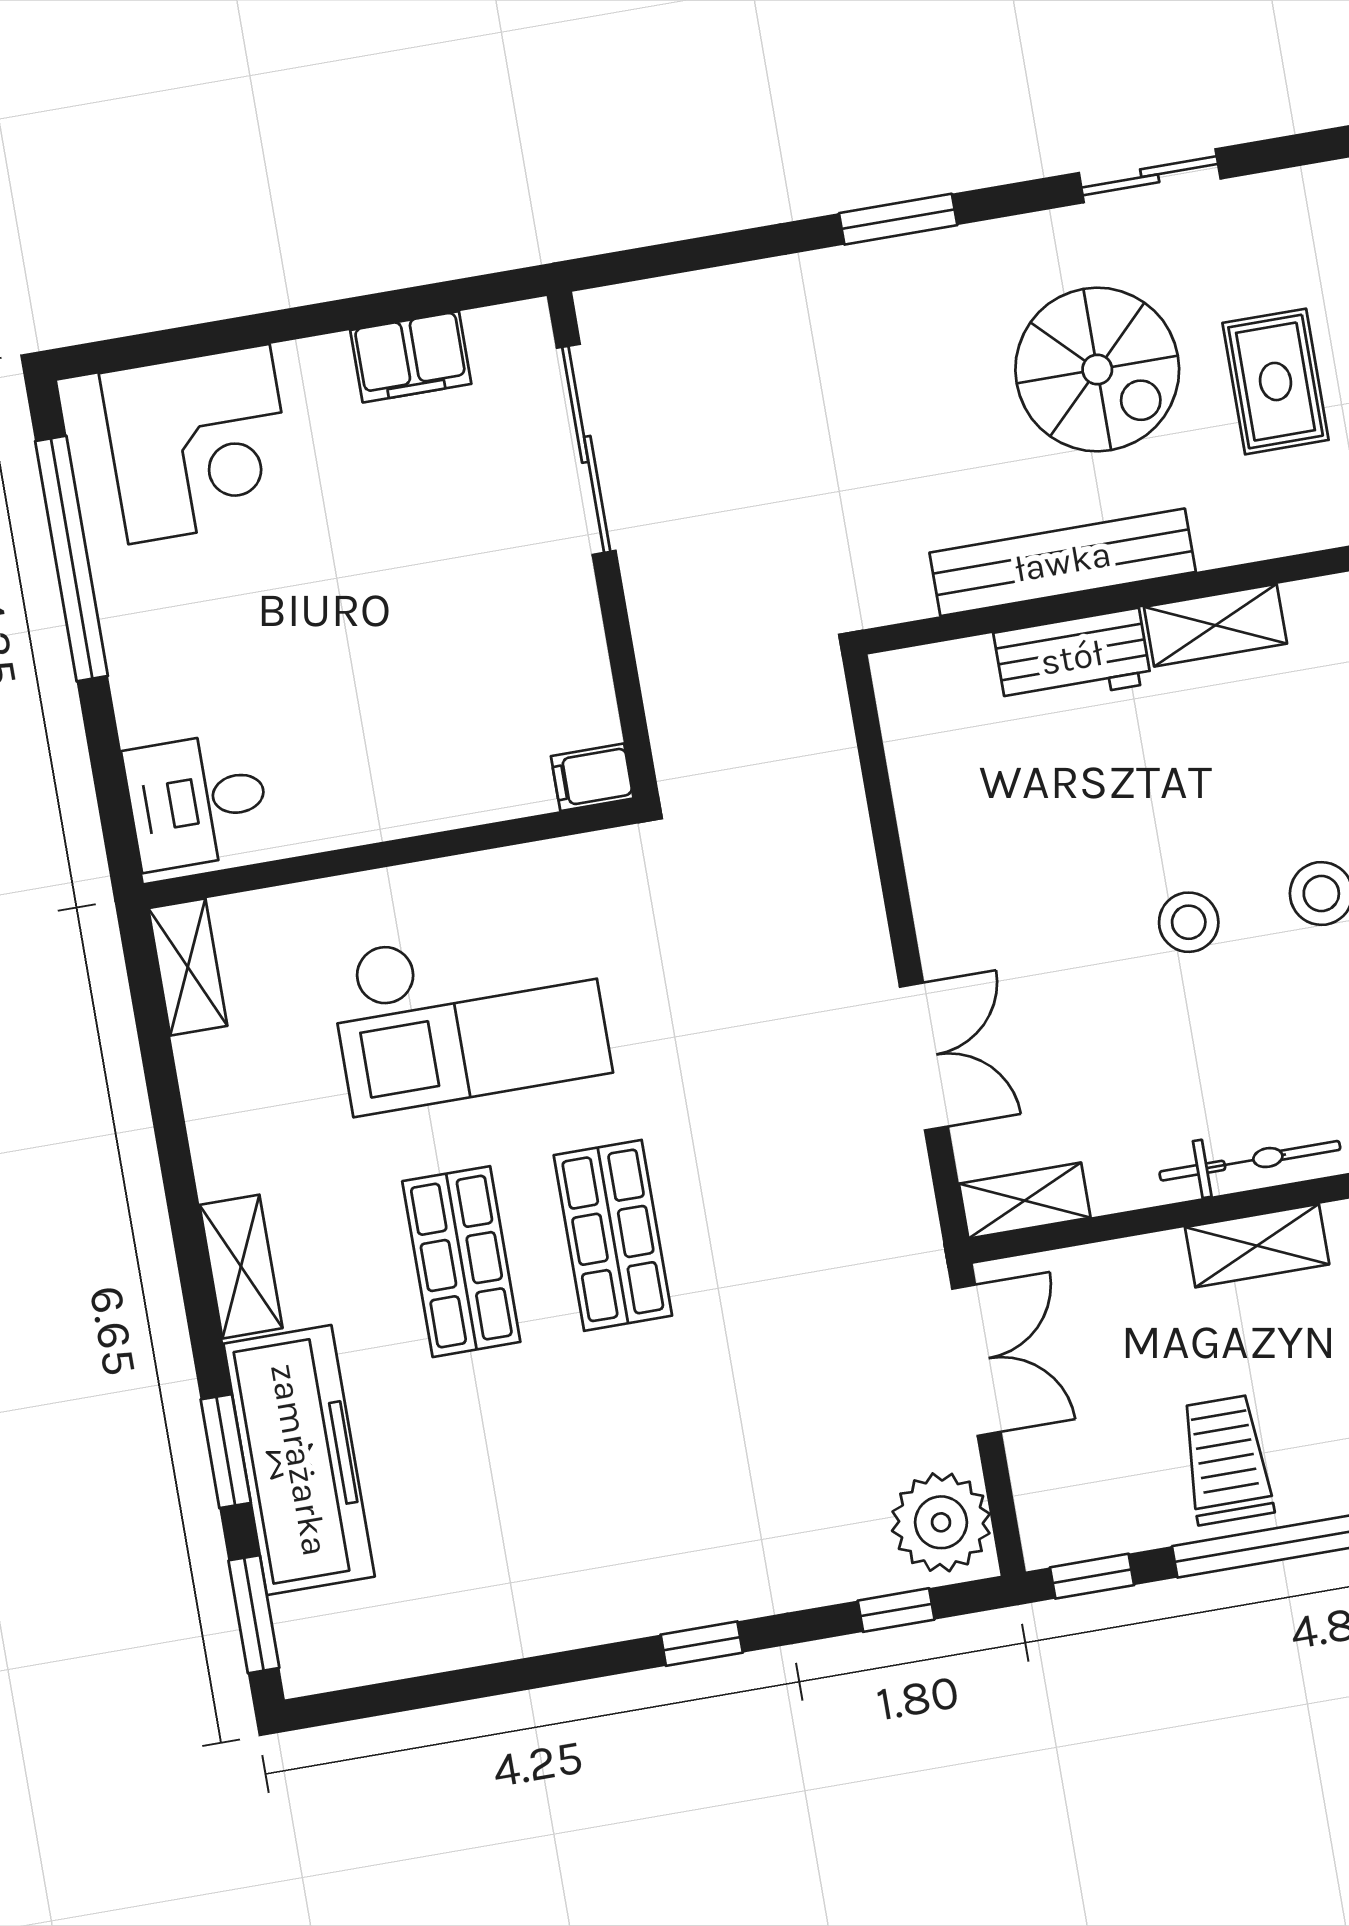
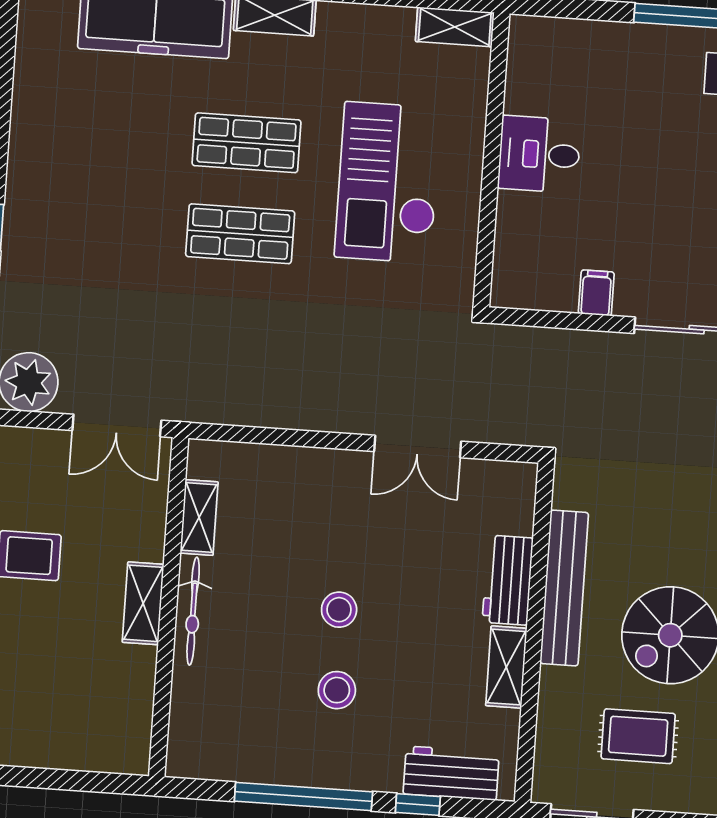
filing cabinet: (592, 777) -> (596, 293), moved
desk: (197, 801) -> (539, 154), moved, turned -90
double door: (924, 1057) -> (418, 446), moved
shelving: (1025, 1201) -> (199, 517), moved

